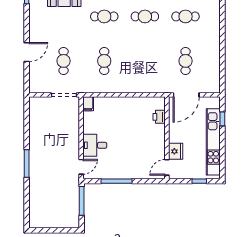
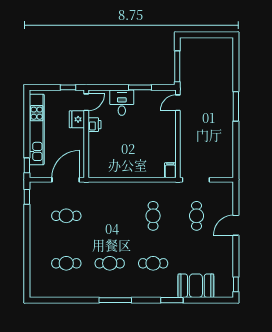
cafe table: (186, 61) -> (66, 216), turned 90
window: (222, 79) -> (27, 197), added
printer: (159, 117) -> (94, 125), moved
window: (222, 119) -> (27, 165), moved
desk: (95, 145) -> (122, 103), moved, turned -90
window: (116, 181) -> (140, 87), width x0.69
window: (199, 181) -> (68, 87), moved

